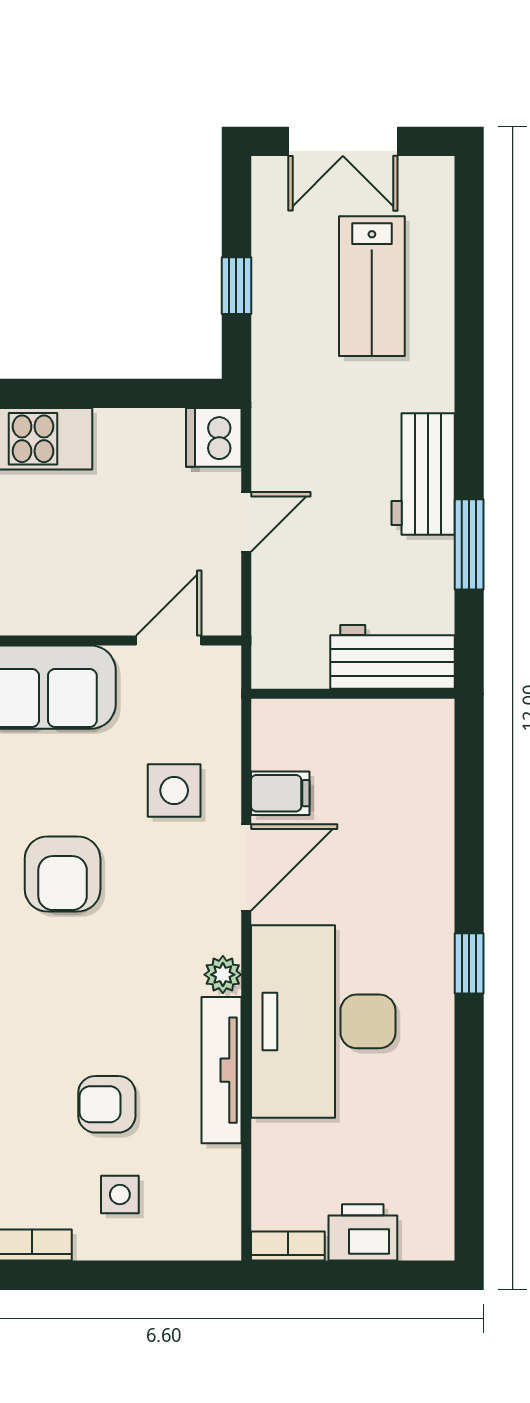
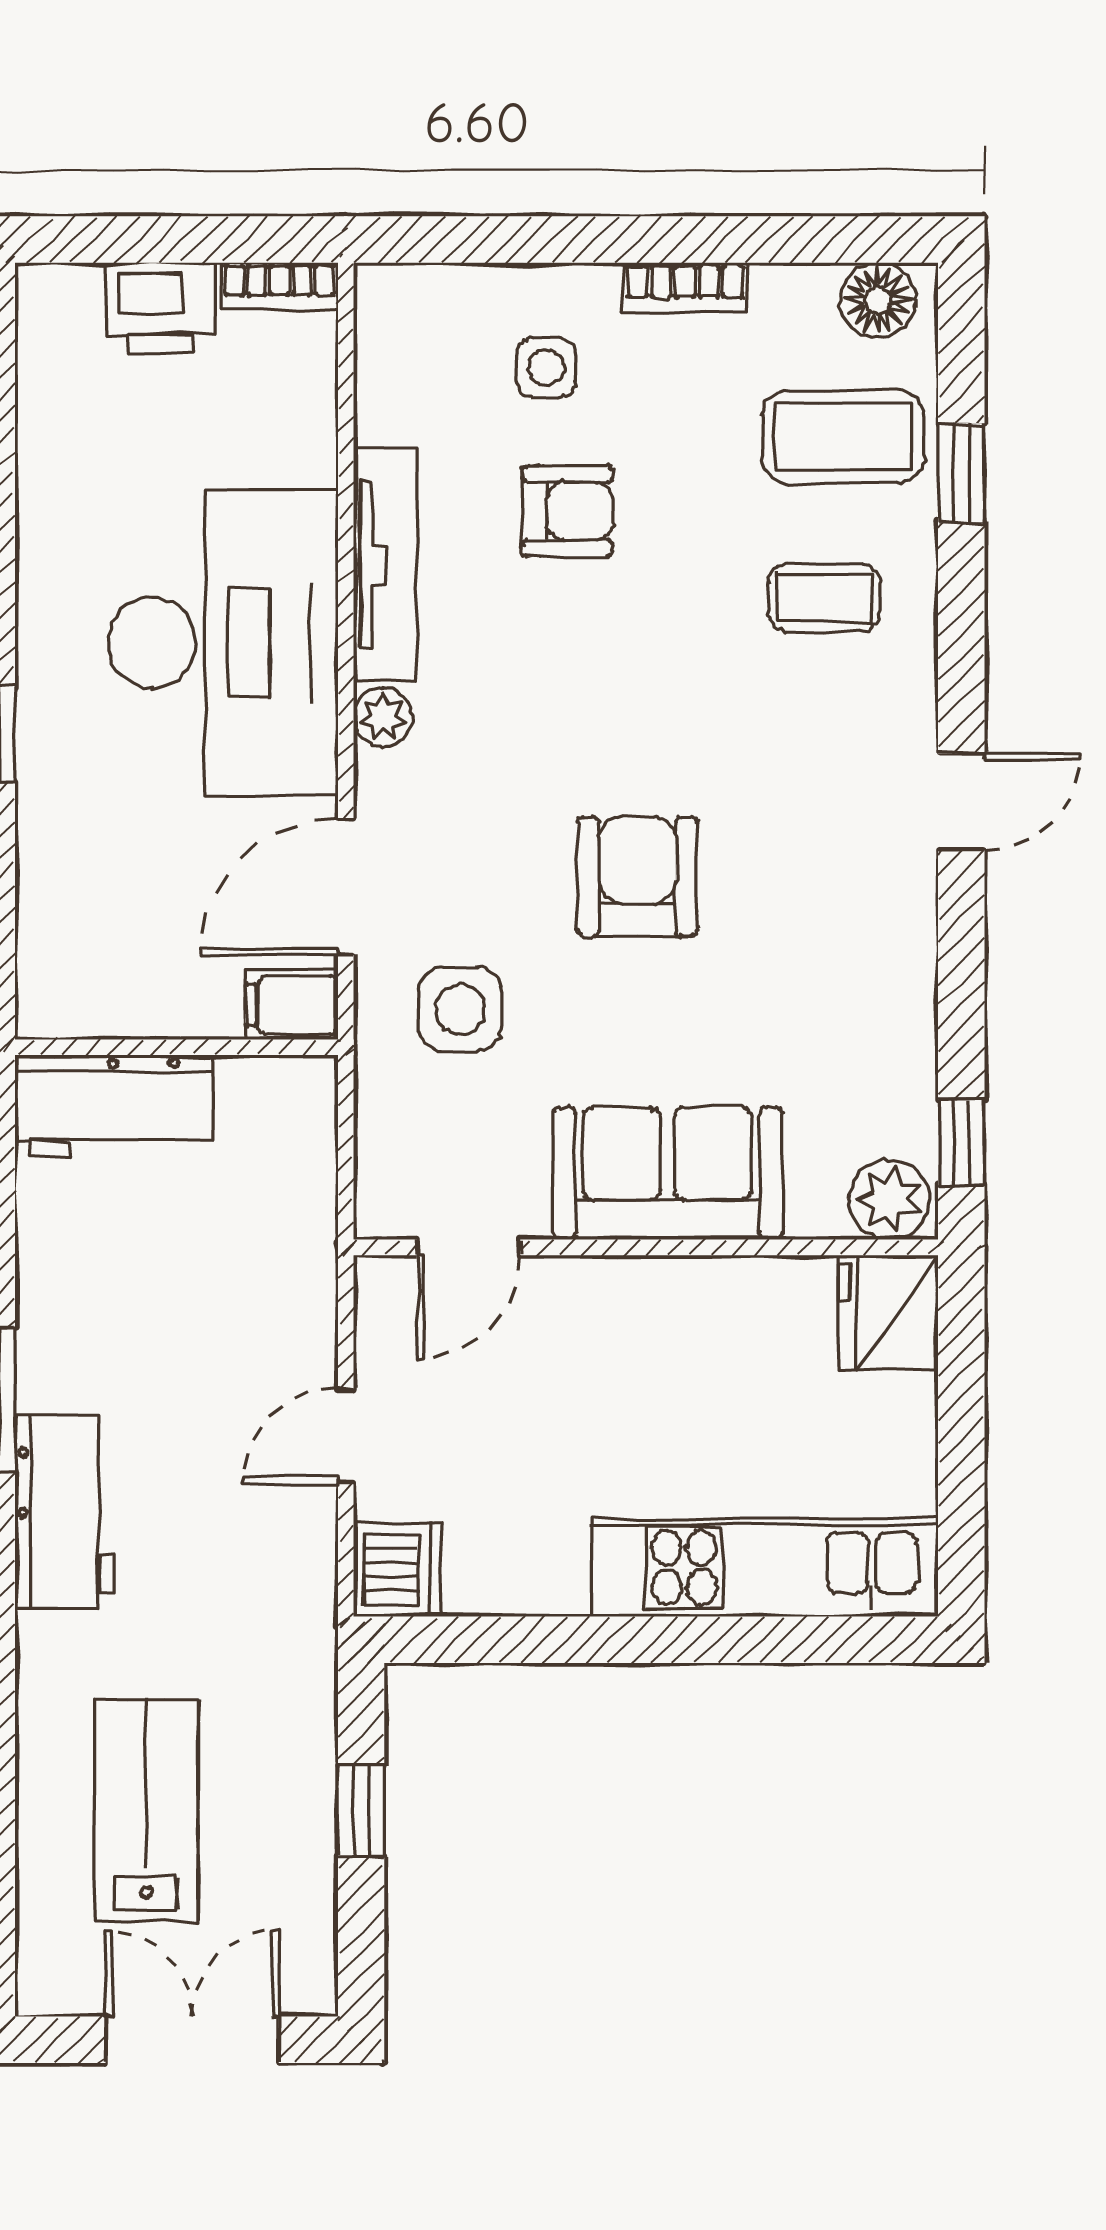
workbench: (392, 657) -> (114, 1106), moved
wall: (353, 694) -> (177, 1047), moved

